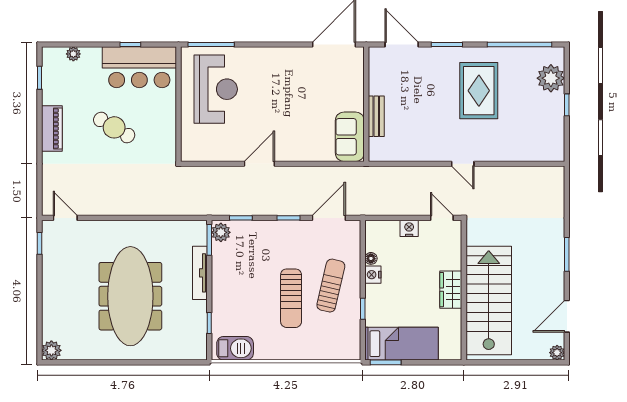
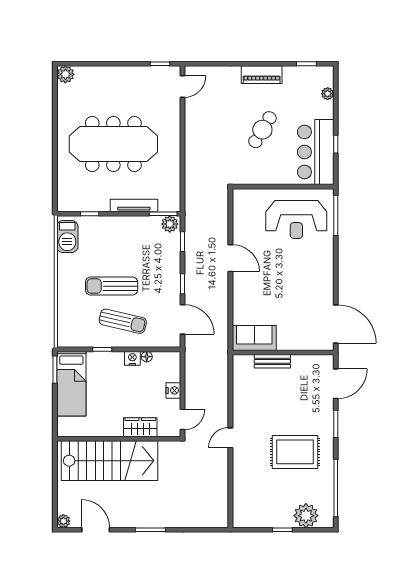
wardrobe: (451, 290) -> (140, 427), moved

